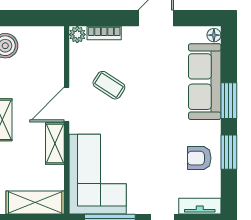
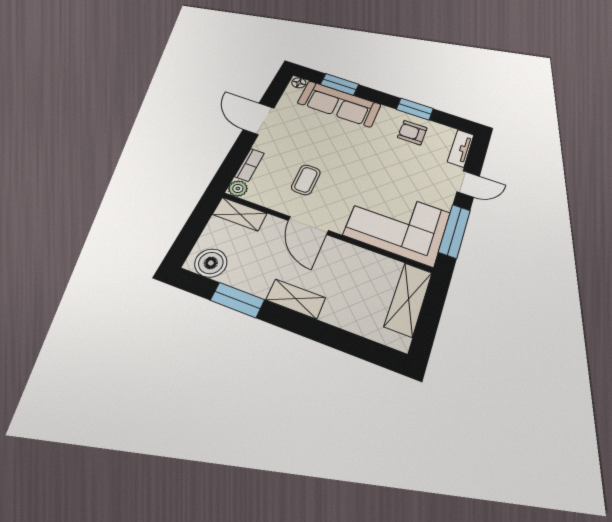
coffee table: (109, 85) -> (306, 180), turned -33
window: (229, 101) -> (340, 84), moved
shelving: (55, 143) -> (240, 214), moved
armchair: (199, 158) -> (412, 133), turned 90

